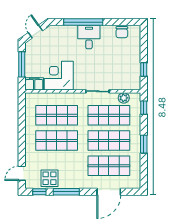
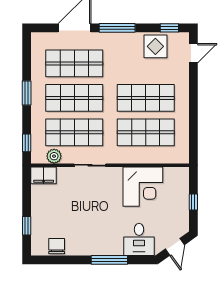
window: (83, 22) -> (109, 260), width x0.68
desk: (89, 37) -> (139, 239), moved
window: (22, 64) -> (193, 202), width x0.46
window: (144, 69) -> (27, 226), moved
filing cabinet: (34, 84) -> (44, 175), moved
window: (66, 192) -> (117, 28), moved

